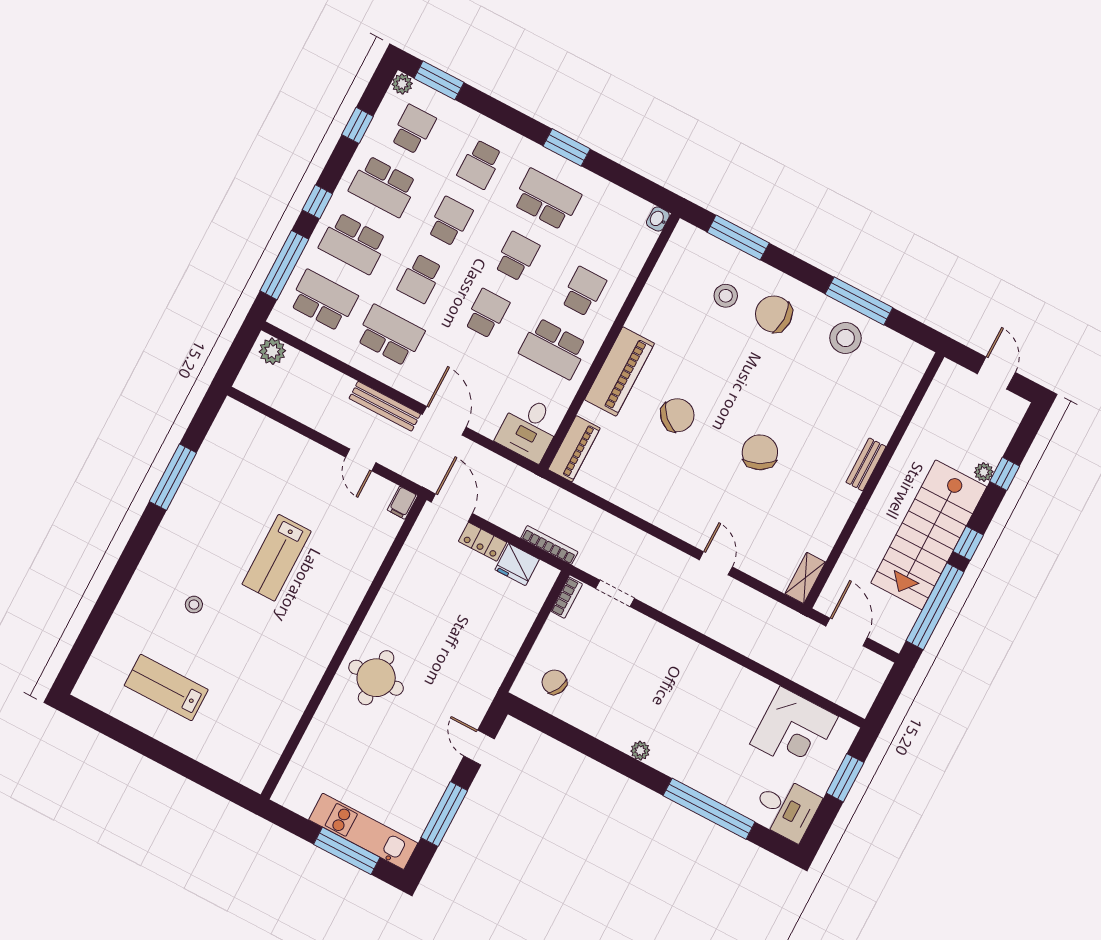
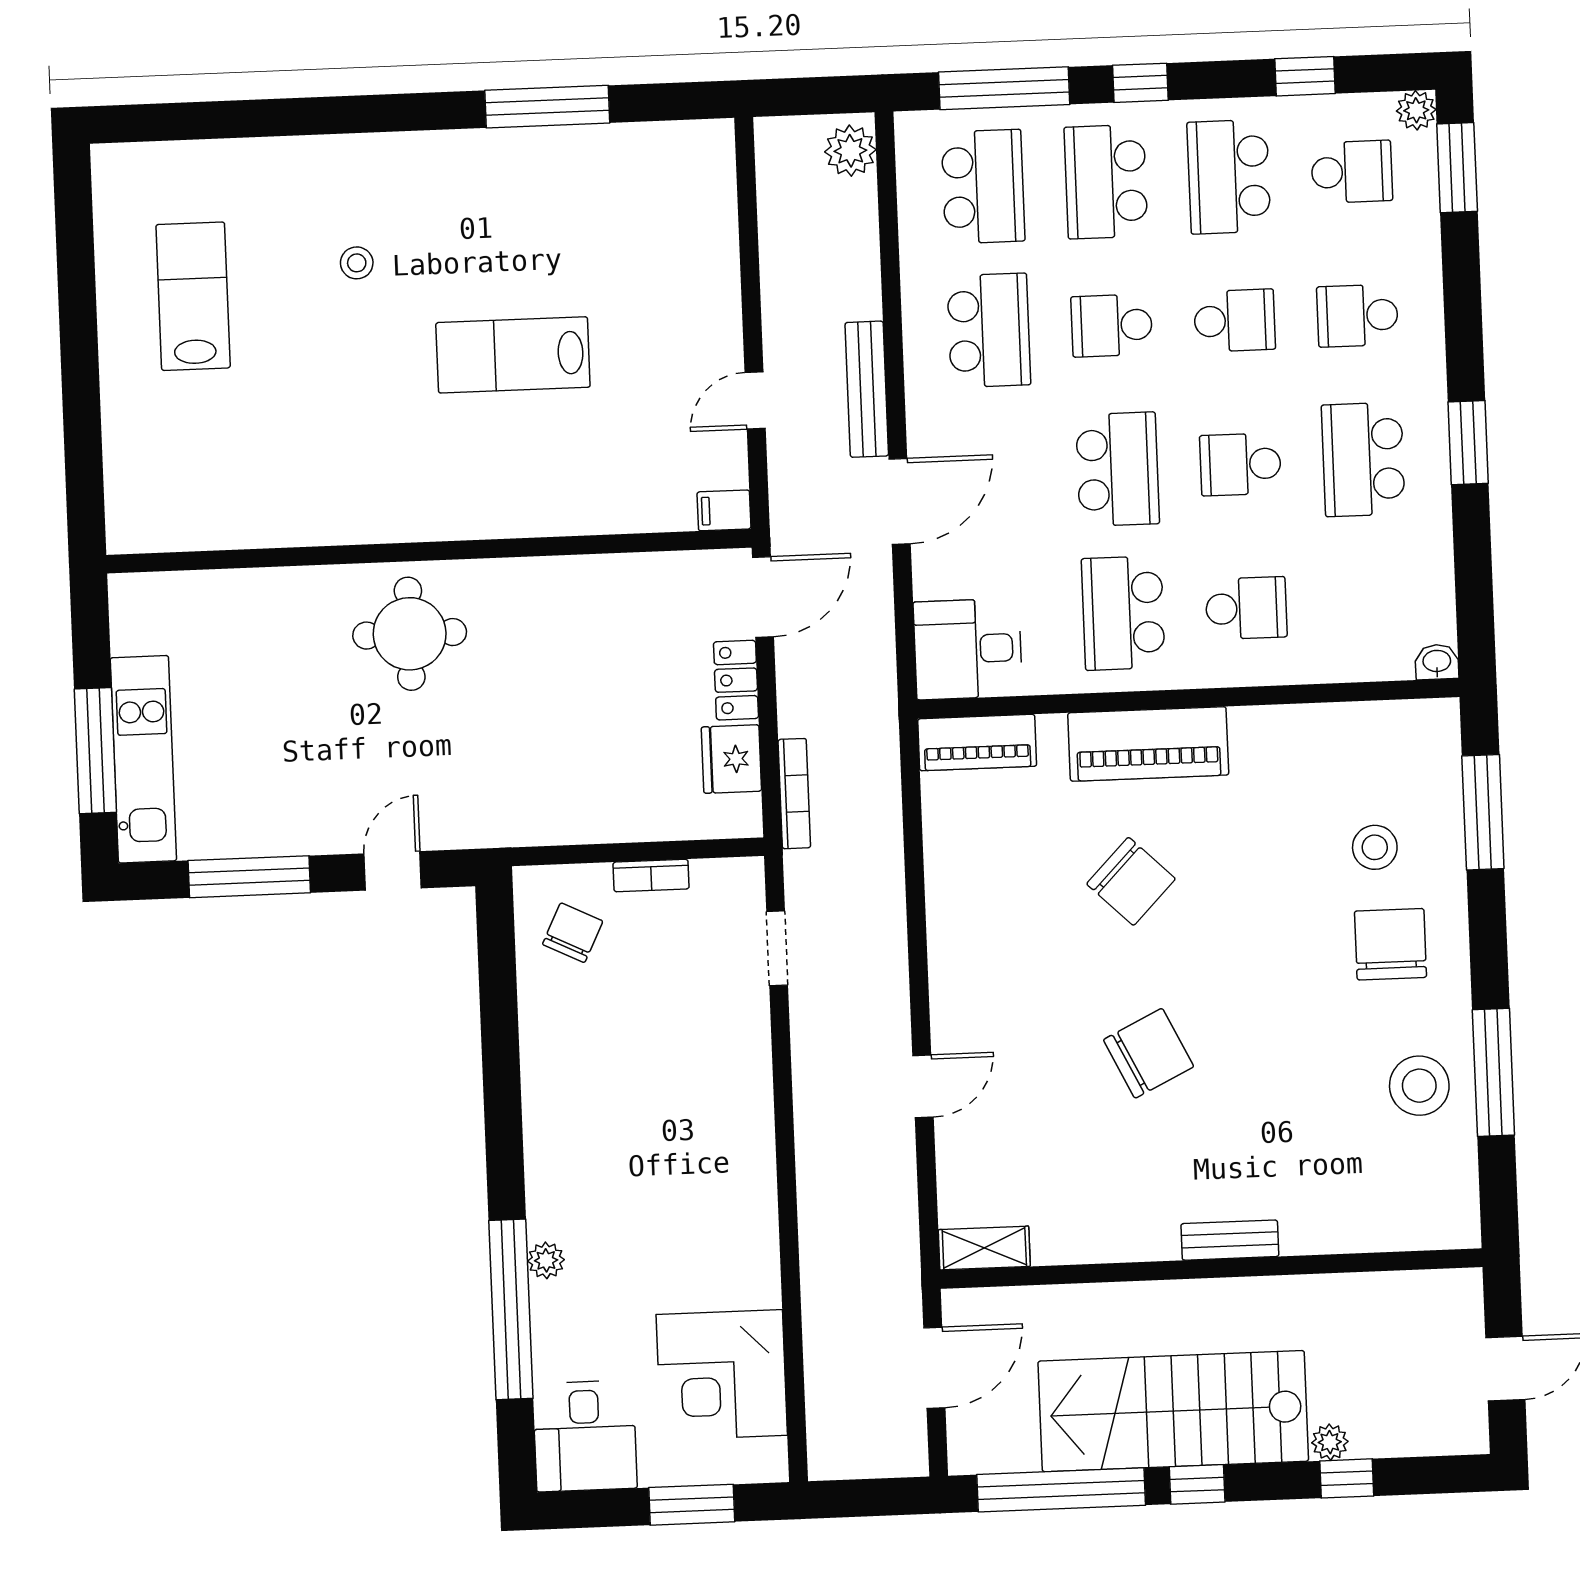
school desk: (547, 199) -> (1363, 459), turned 180
school desk: (517, 256) -> (1240, 464), turned 180
school desk: (487, 313) -> (1118, 469), width x1.85
bookcase: (567, 598) -> (651, 876), moved
plant: (640, 751) -> (546, 1260), moved

